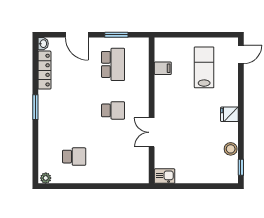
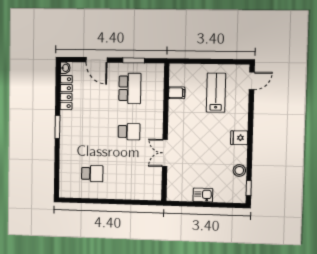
kitchen sink: (165, 176) -> (203, 195), moved
plant: (46, 178) -> (66, 193), removed

